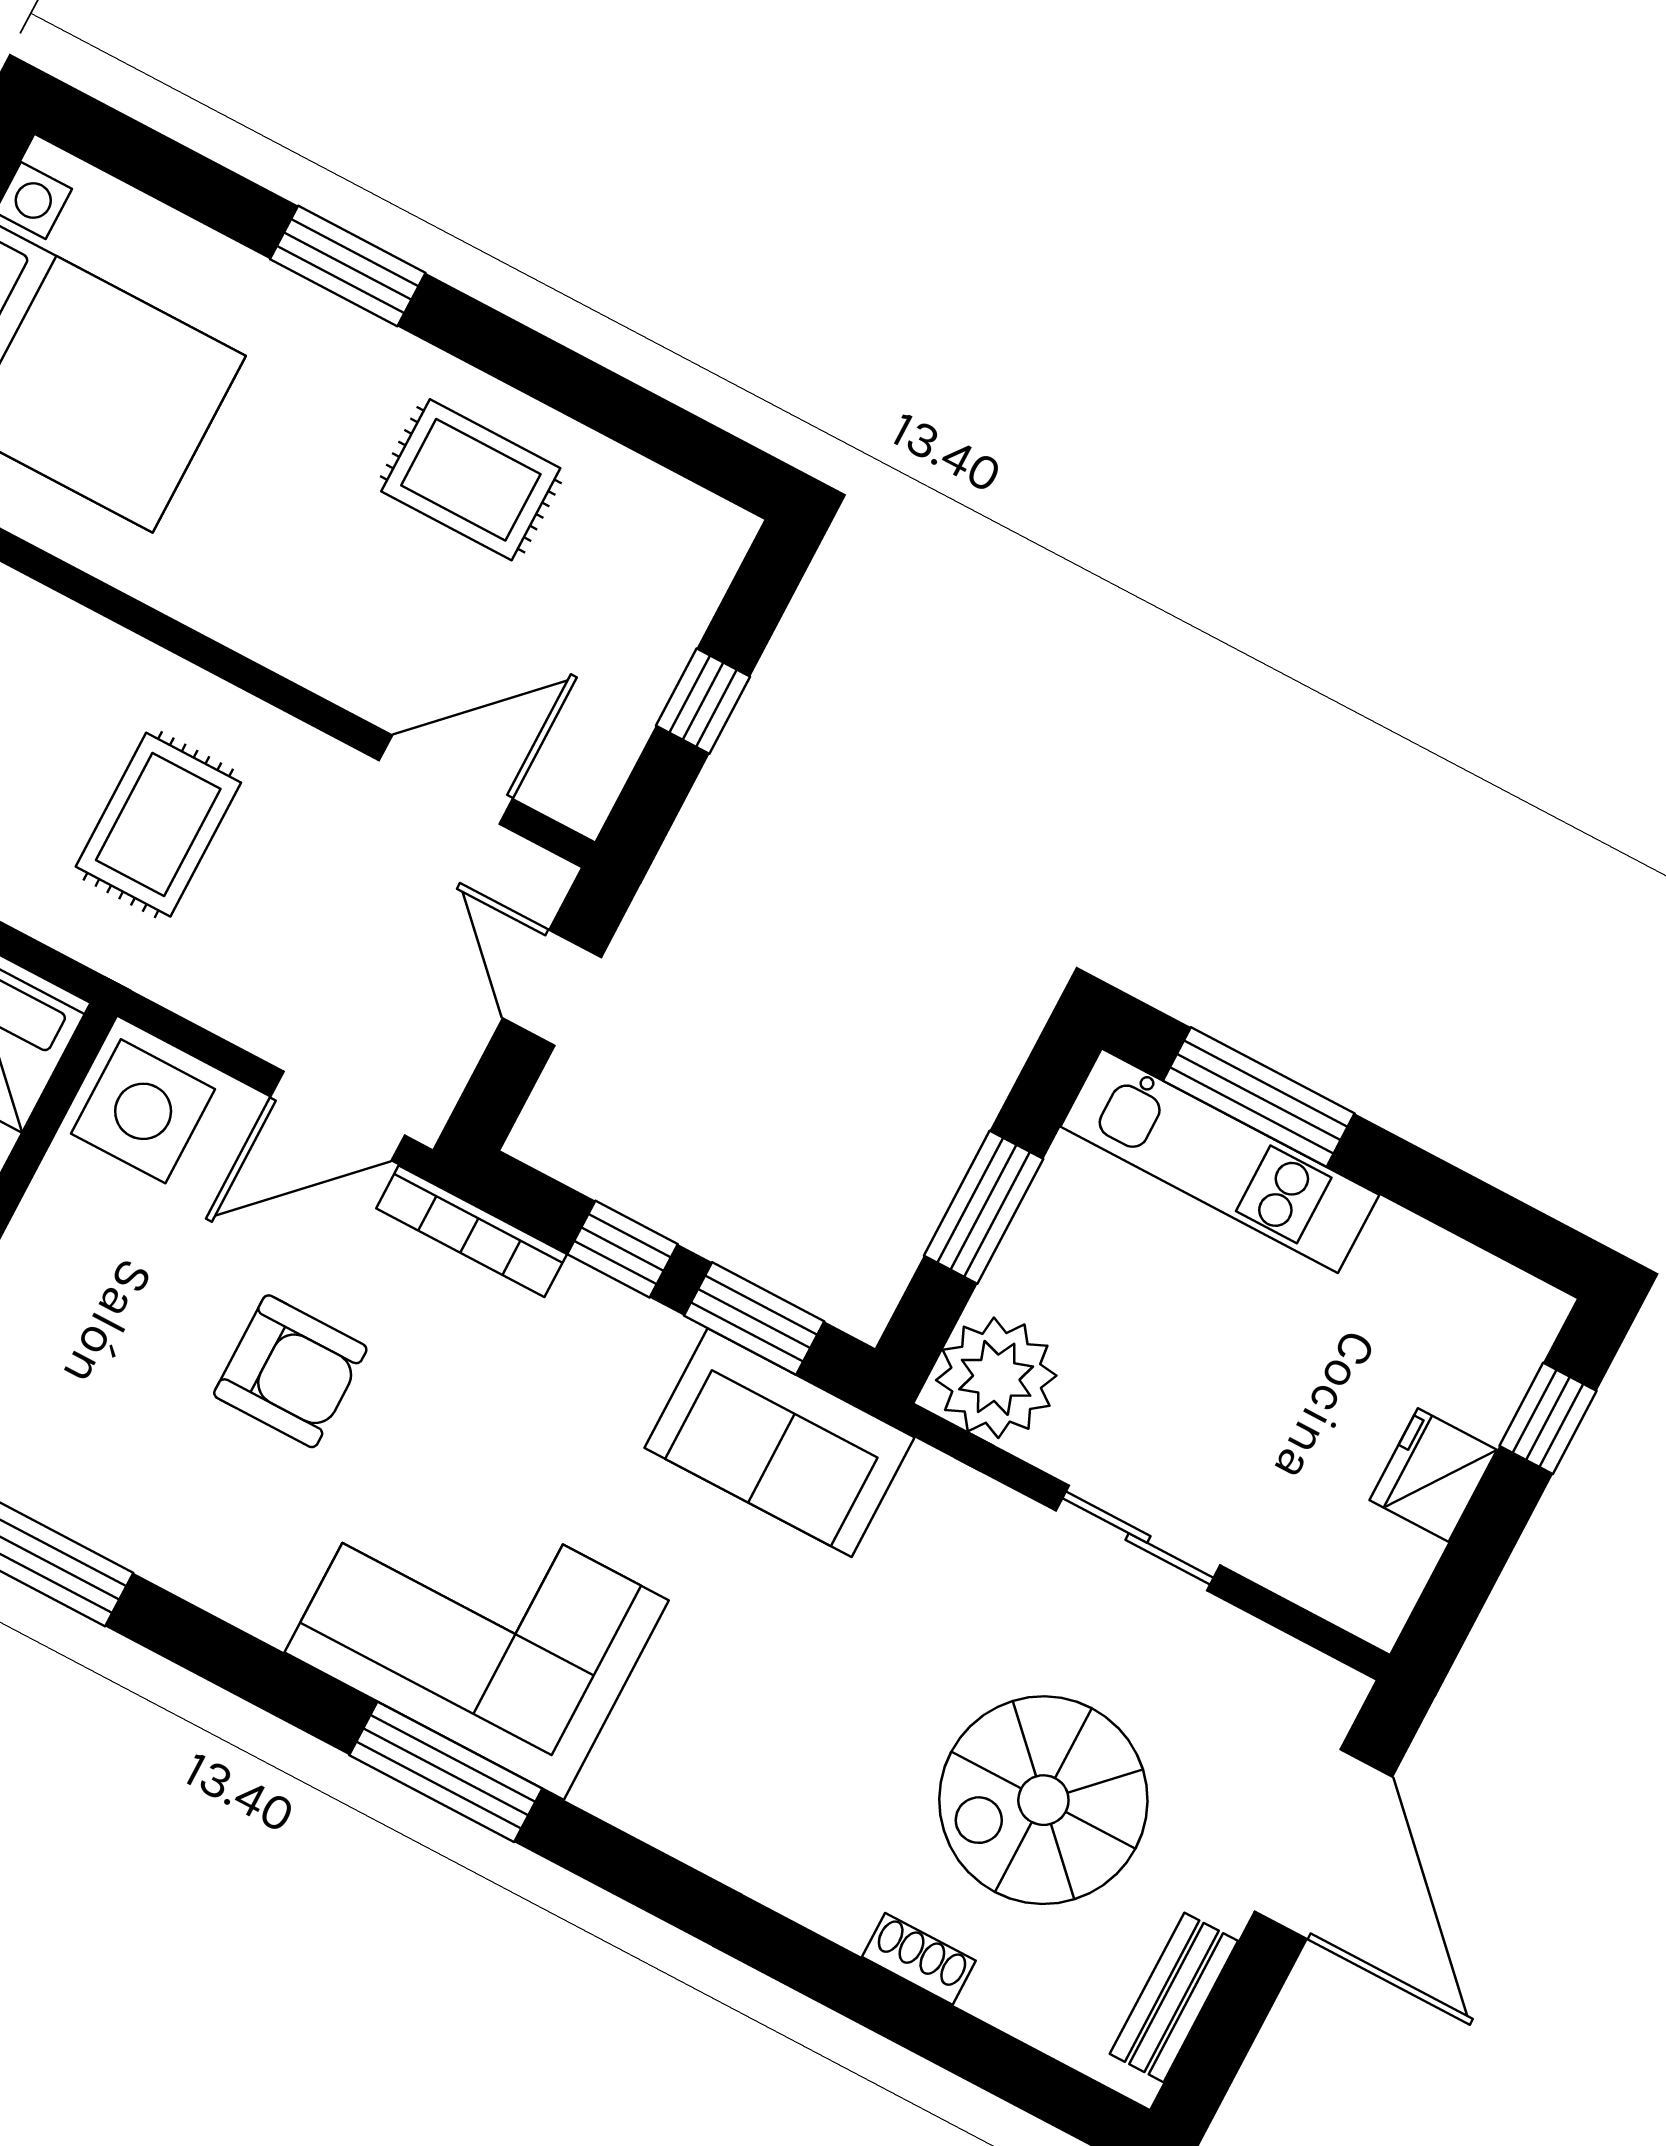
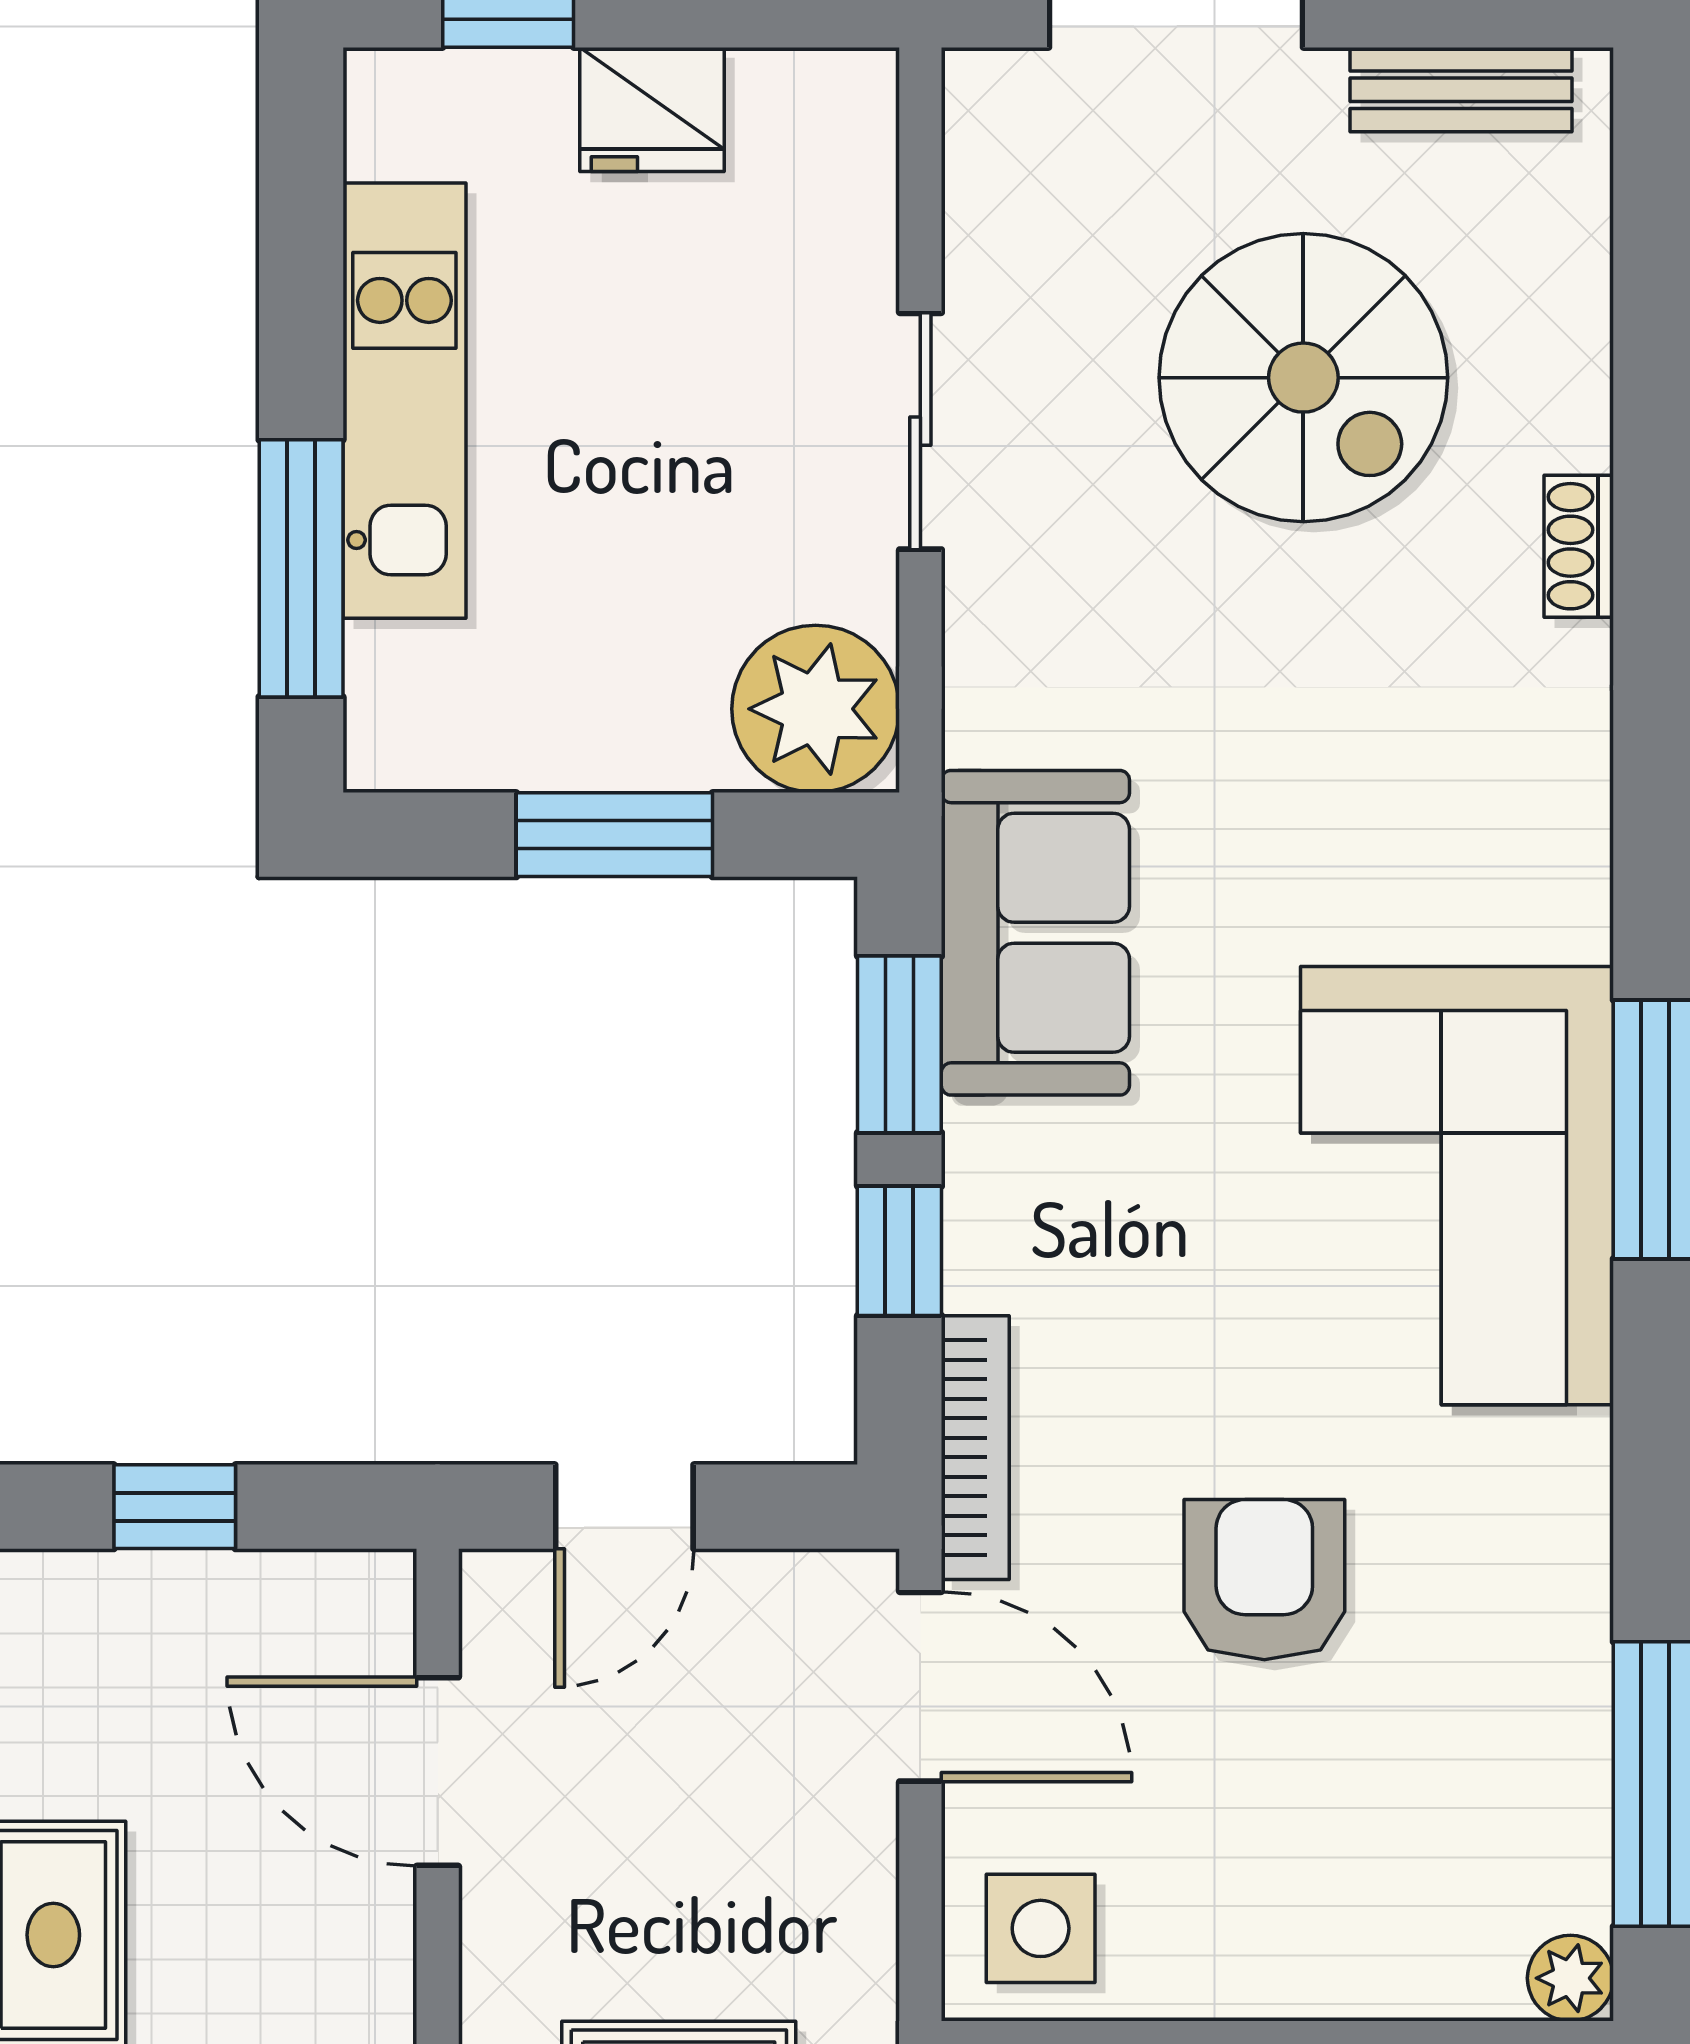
side table: (143, 1111) -> (1041, 1928), width x0.73, depth x0.73
kitchen unit: (1220, 1161) -> (404, 401), moved
shoe rack: (919, 1959) -> (1579, 546), moved

